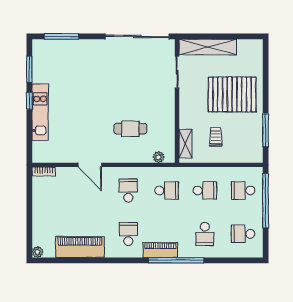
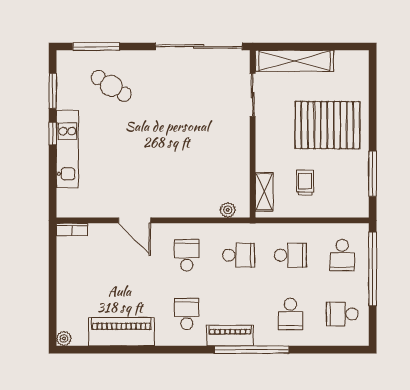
cafe table: (130, 129) -> (111, 86), moved, turned 33
school desk: (243, 190) -> (342, 255), turned -90

